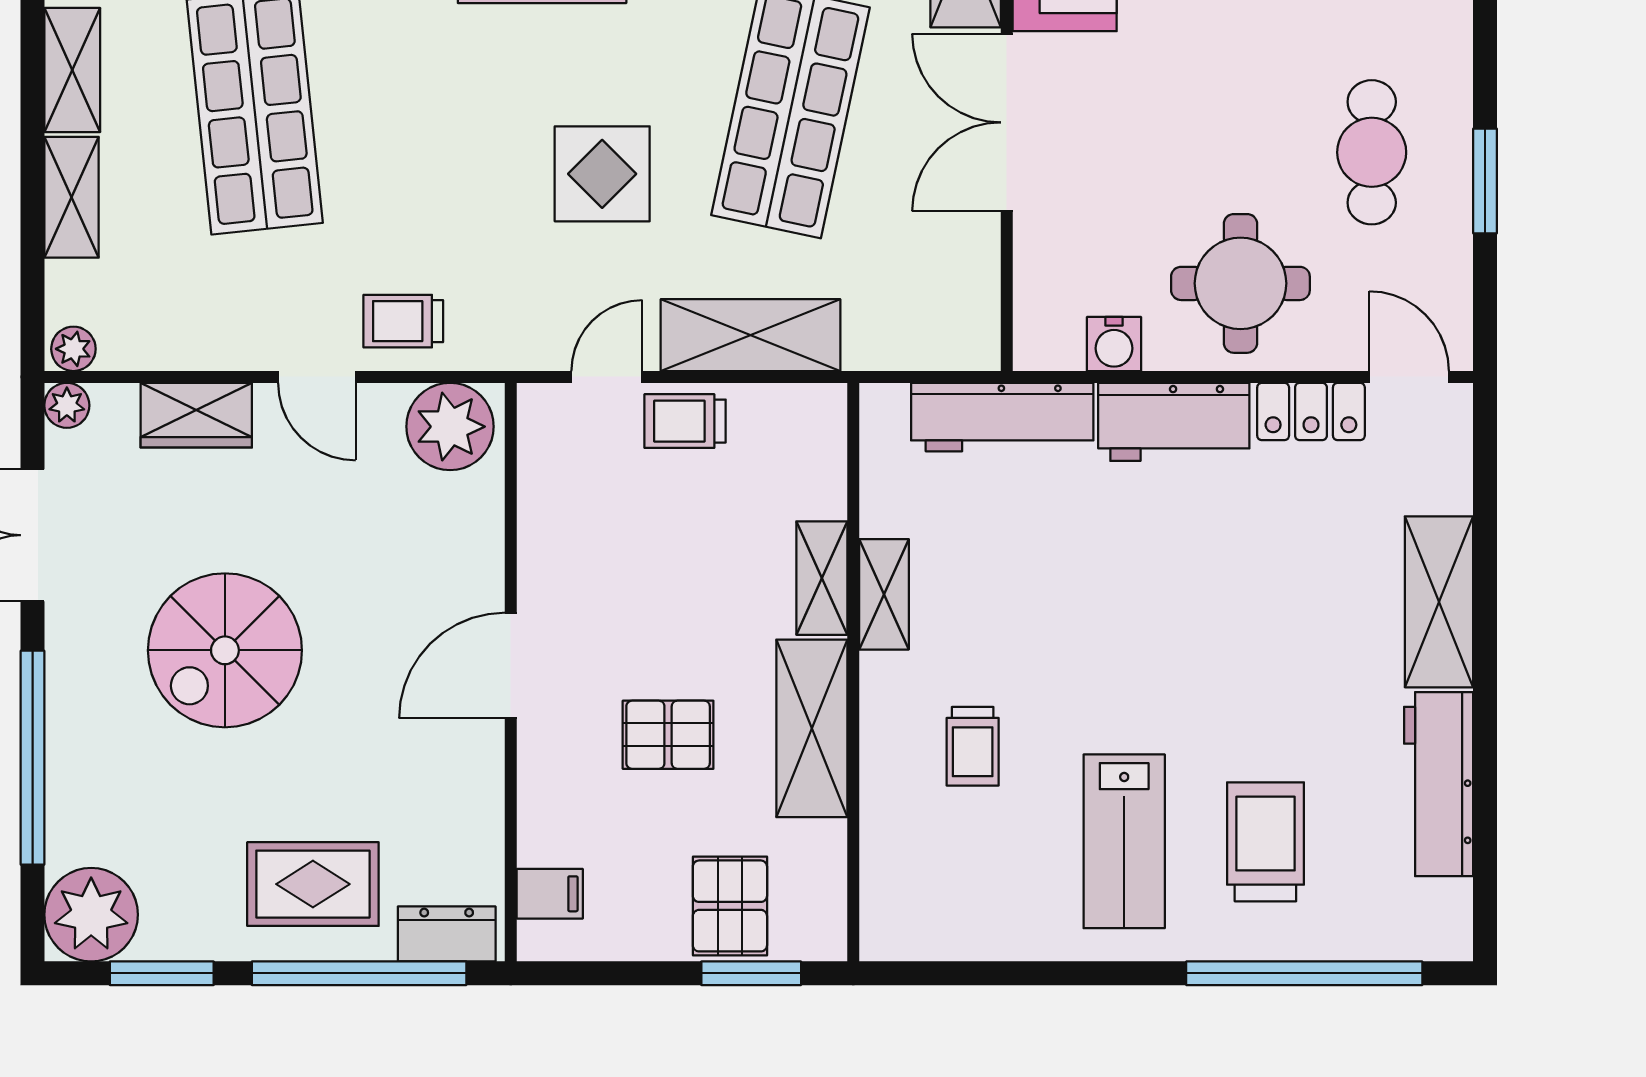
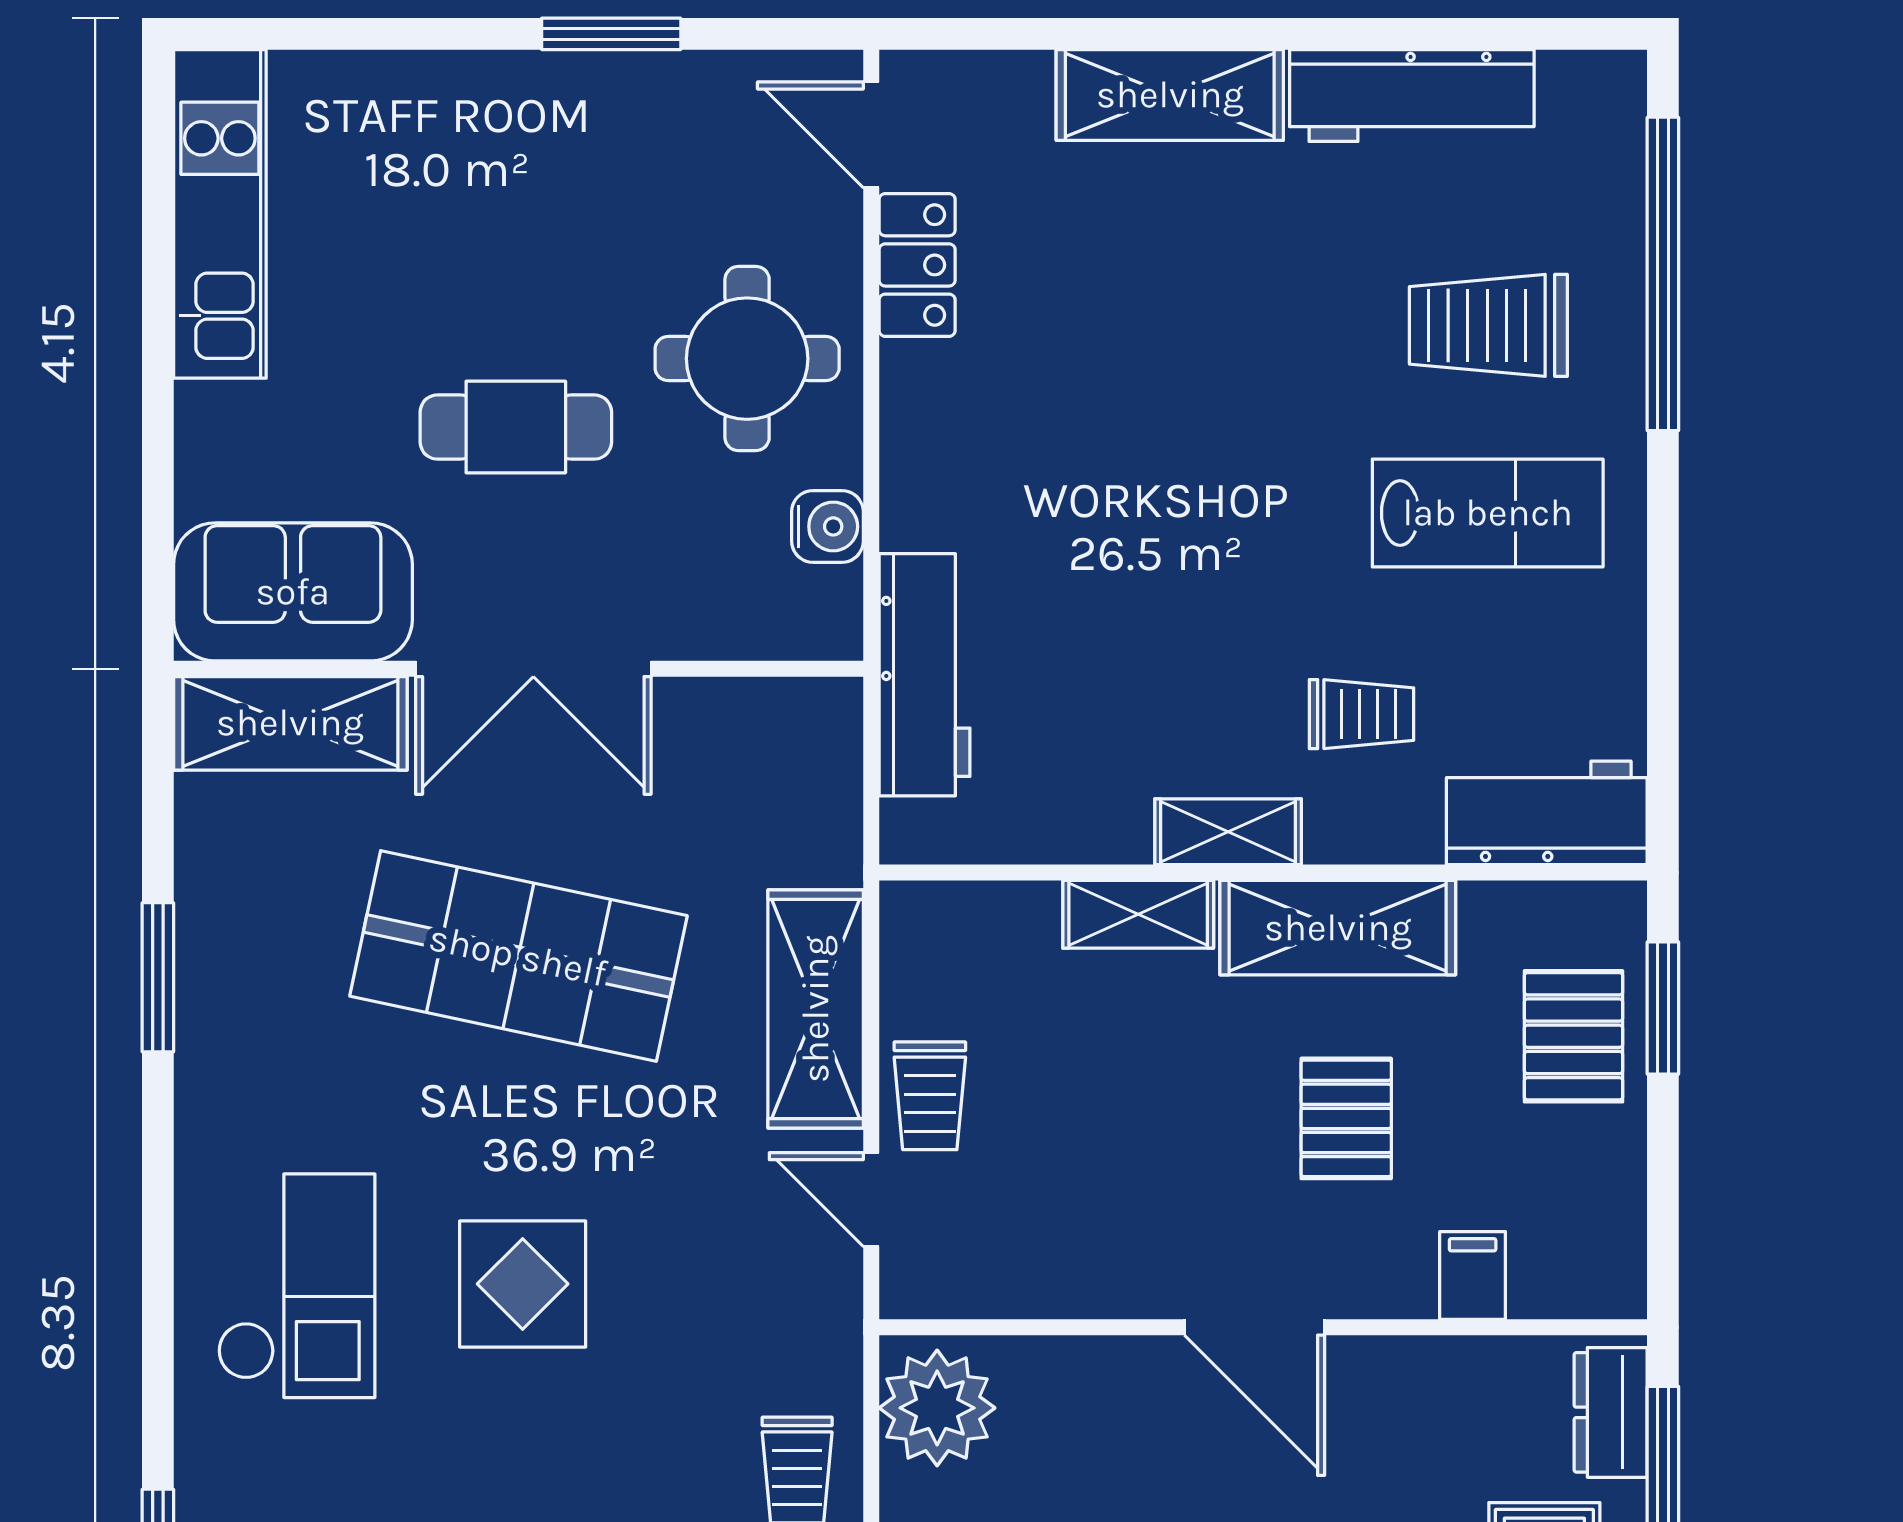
cafe table: (1372, 152) -> (516, 427), moved
display table: (602, 174) -> (523, 1284), moved
door: (1409, 377) -> (871, 135), hinge flipped
workbench: (1174, 422) -> (1547, 813), moved, turned -90
shelving: (884, 594) -> (1228, 832), moved
filing cabinet: (550, 894) -> (1473, 1275), moved
pallet: (730, 906) -> (1573, 1036), turned 90

